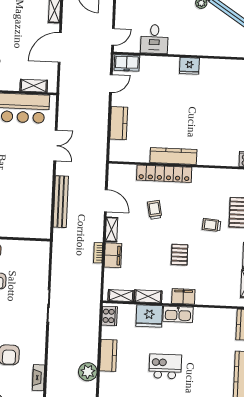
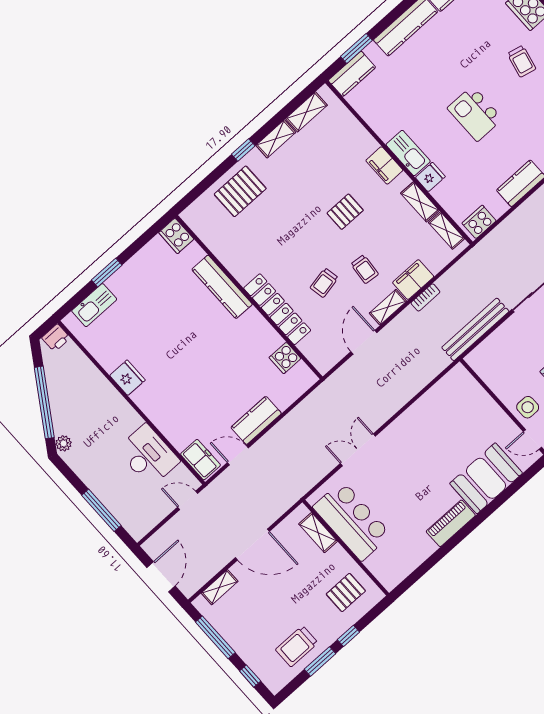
desk: (154, 39) -> (148, 455), width x1.37
fridge: (189, 66) -> (127, 378), moved
kitchen counter: (119, 123) -> (256, 420), moved
cooker: (136, 154) -> (285, 358), added
kitchen counter: (173, 156) -> (222, 287), moved
bench: (61, 202) -> (475, 329), moved
trolley: (211, 225) -> (365, 269), moved
fridge: (149, 316) -> (430, 177), width x0.53, depth x0.75

